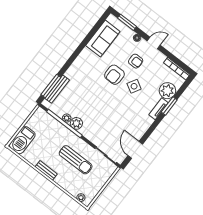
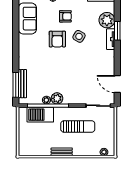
barbecue: (22, 140) -> (40, 115), moved, turned 90

